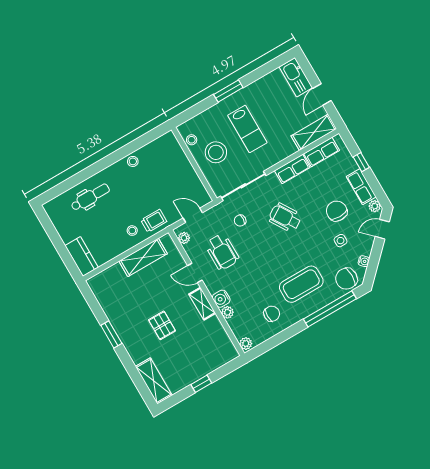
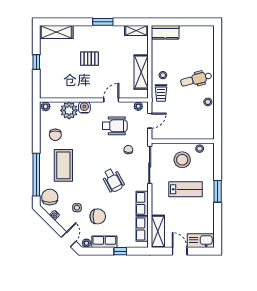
lab bench: (247, 129) -> (185, 189), turned 180
dental chair: (90, 197) -> (196, 79), moved, turned 75
wheelchair: (285, 218) -> (113, 180), turned 94
wheelchair: (222, 252) -> (115, 126), turned 180
shelving: (202, 304) -> (136, 31), moved
plant: (227, 312) -> (69, 110), width x1.88, depth x1.88

